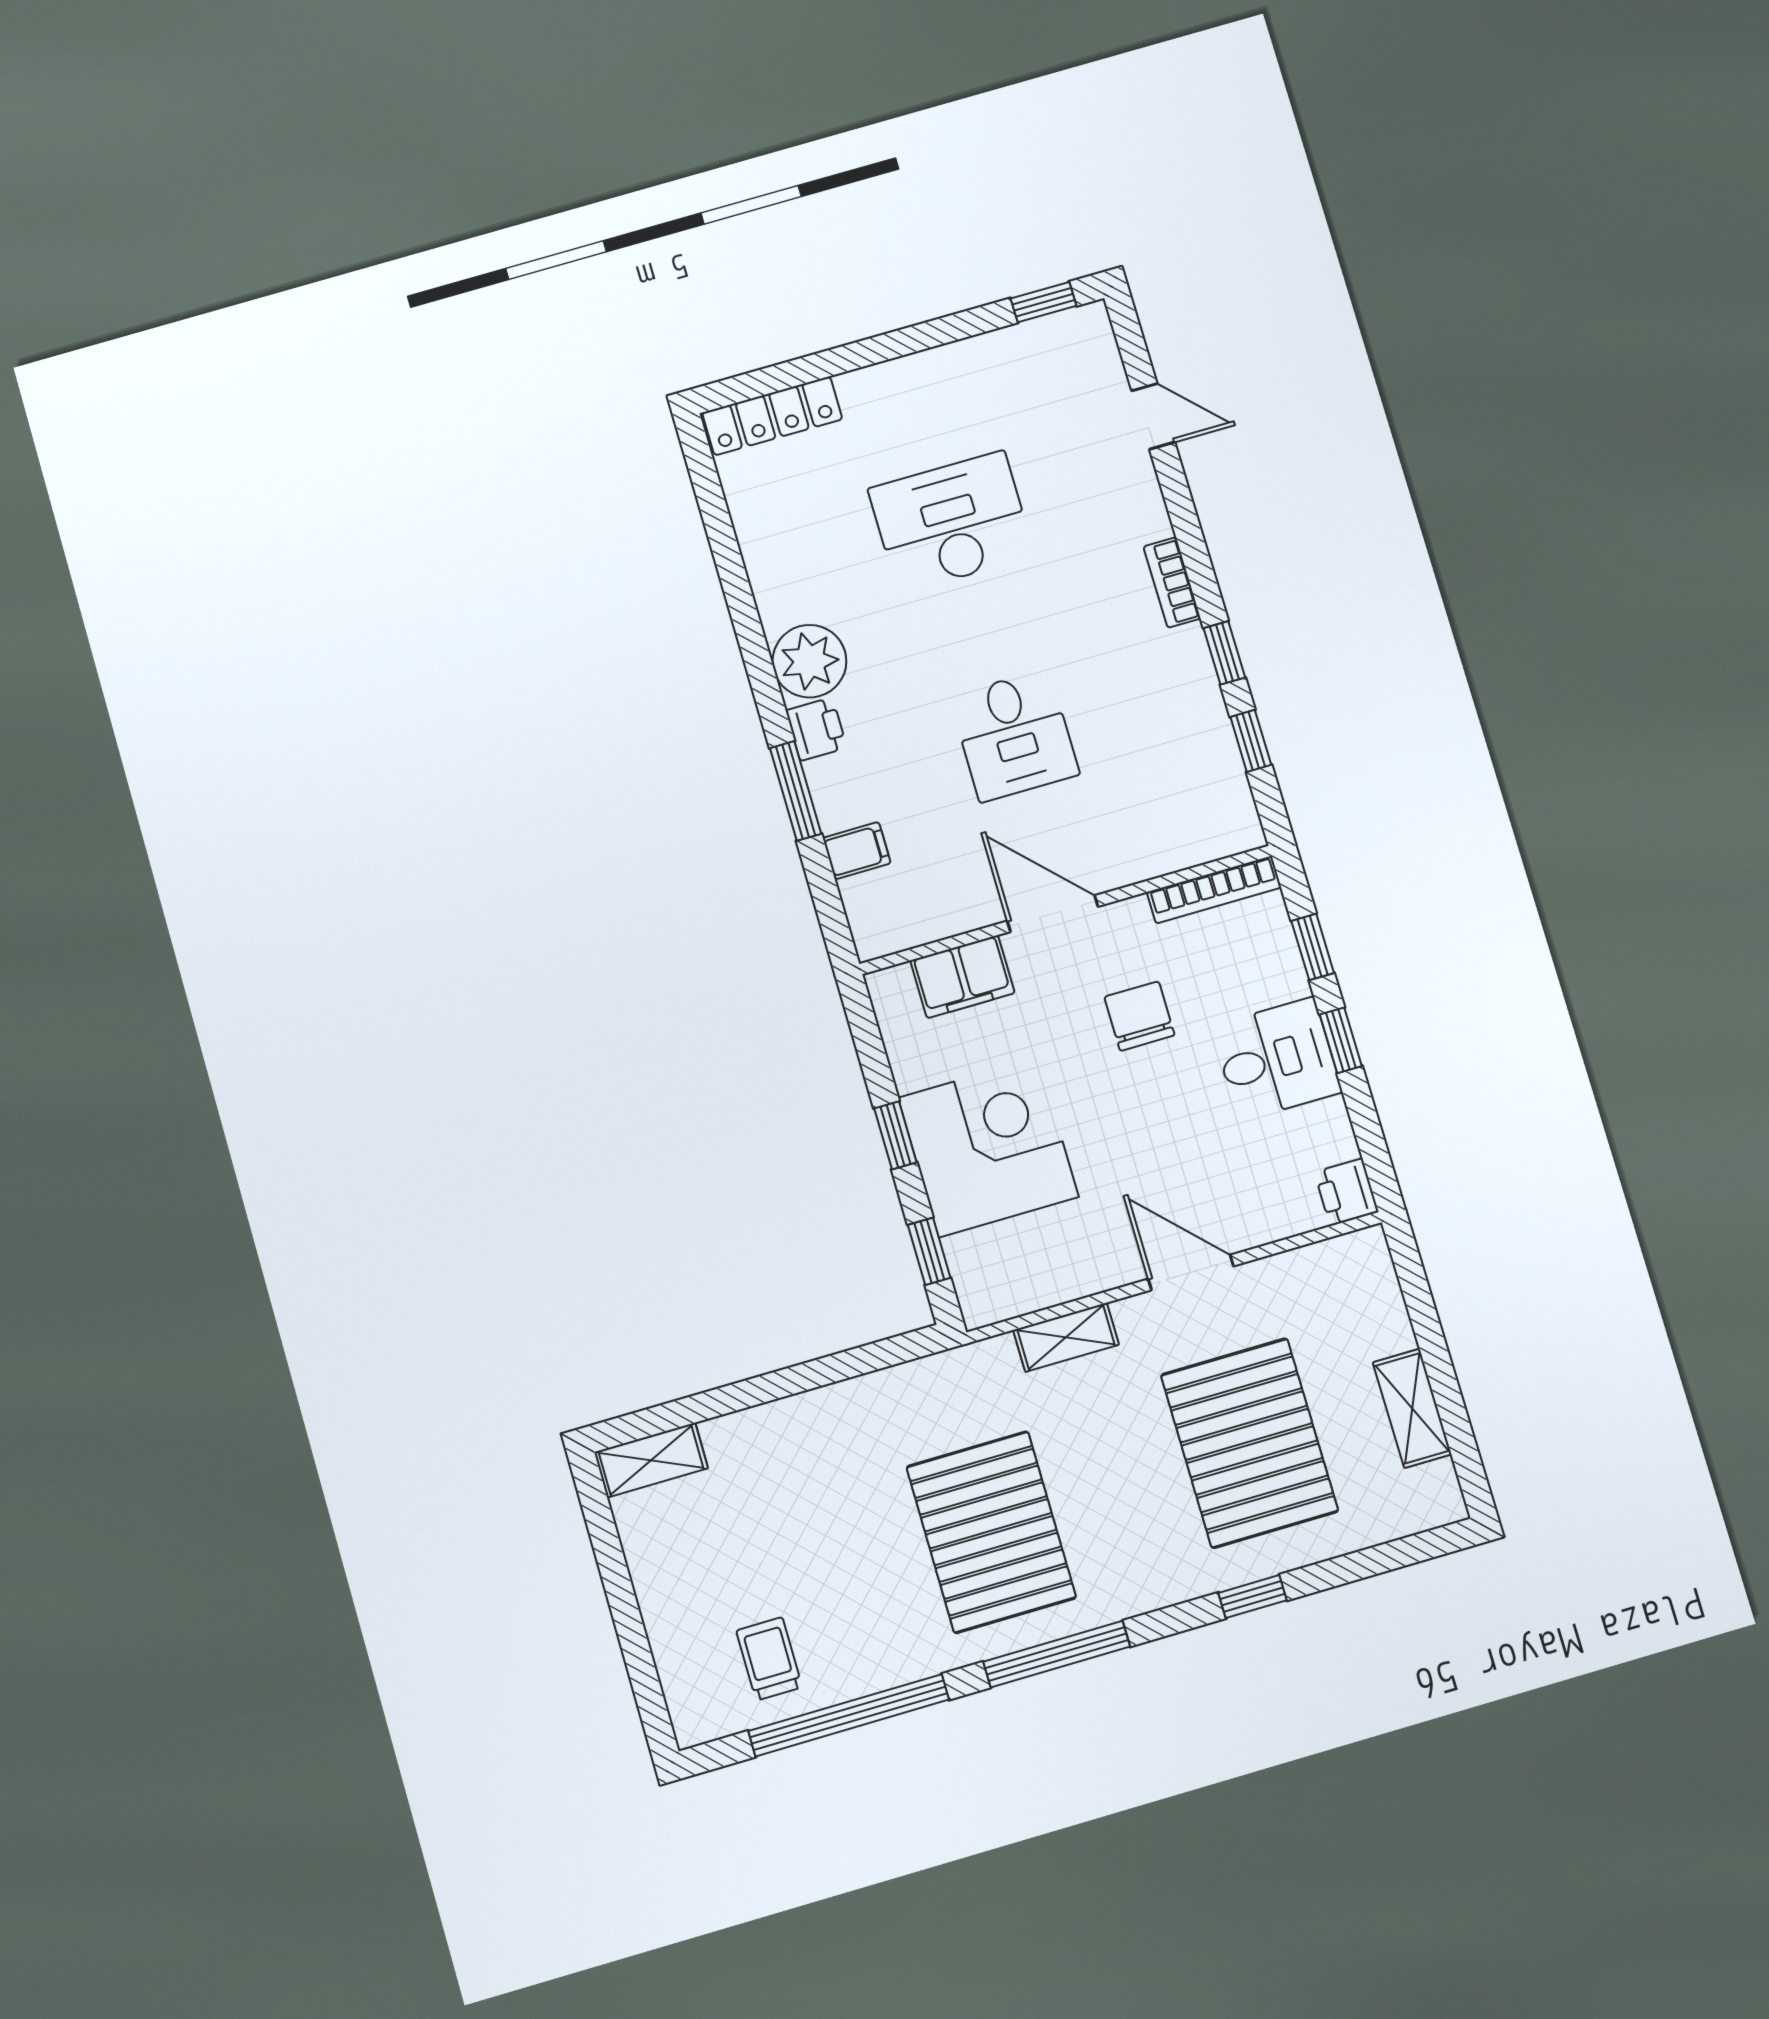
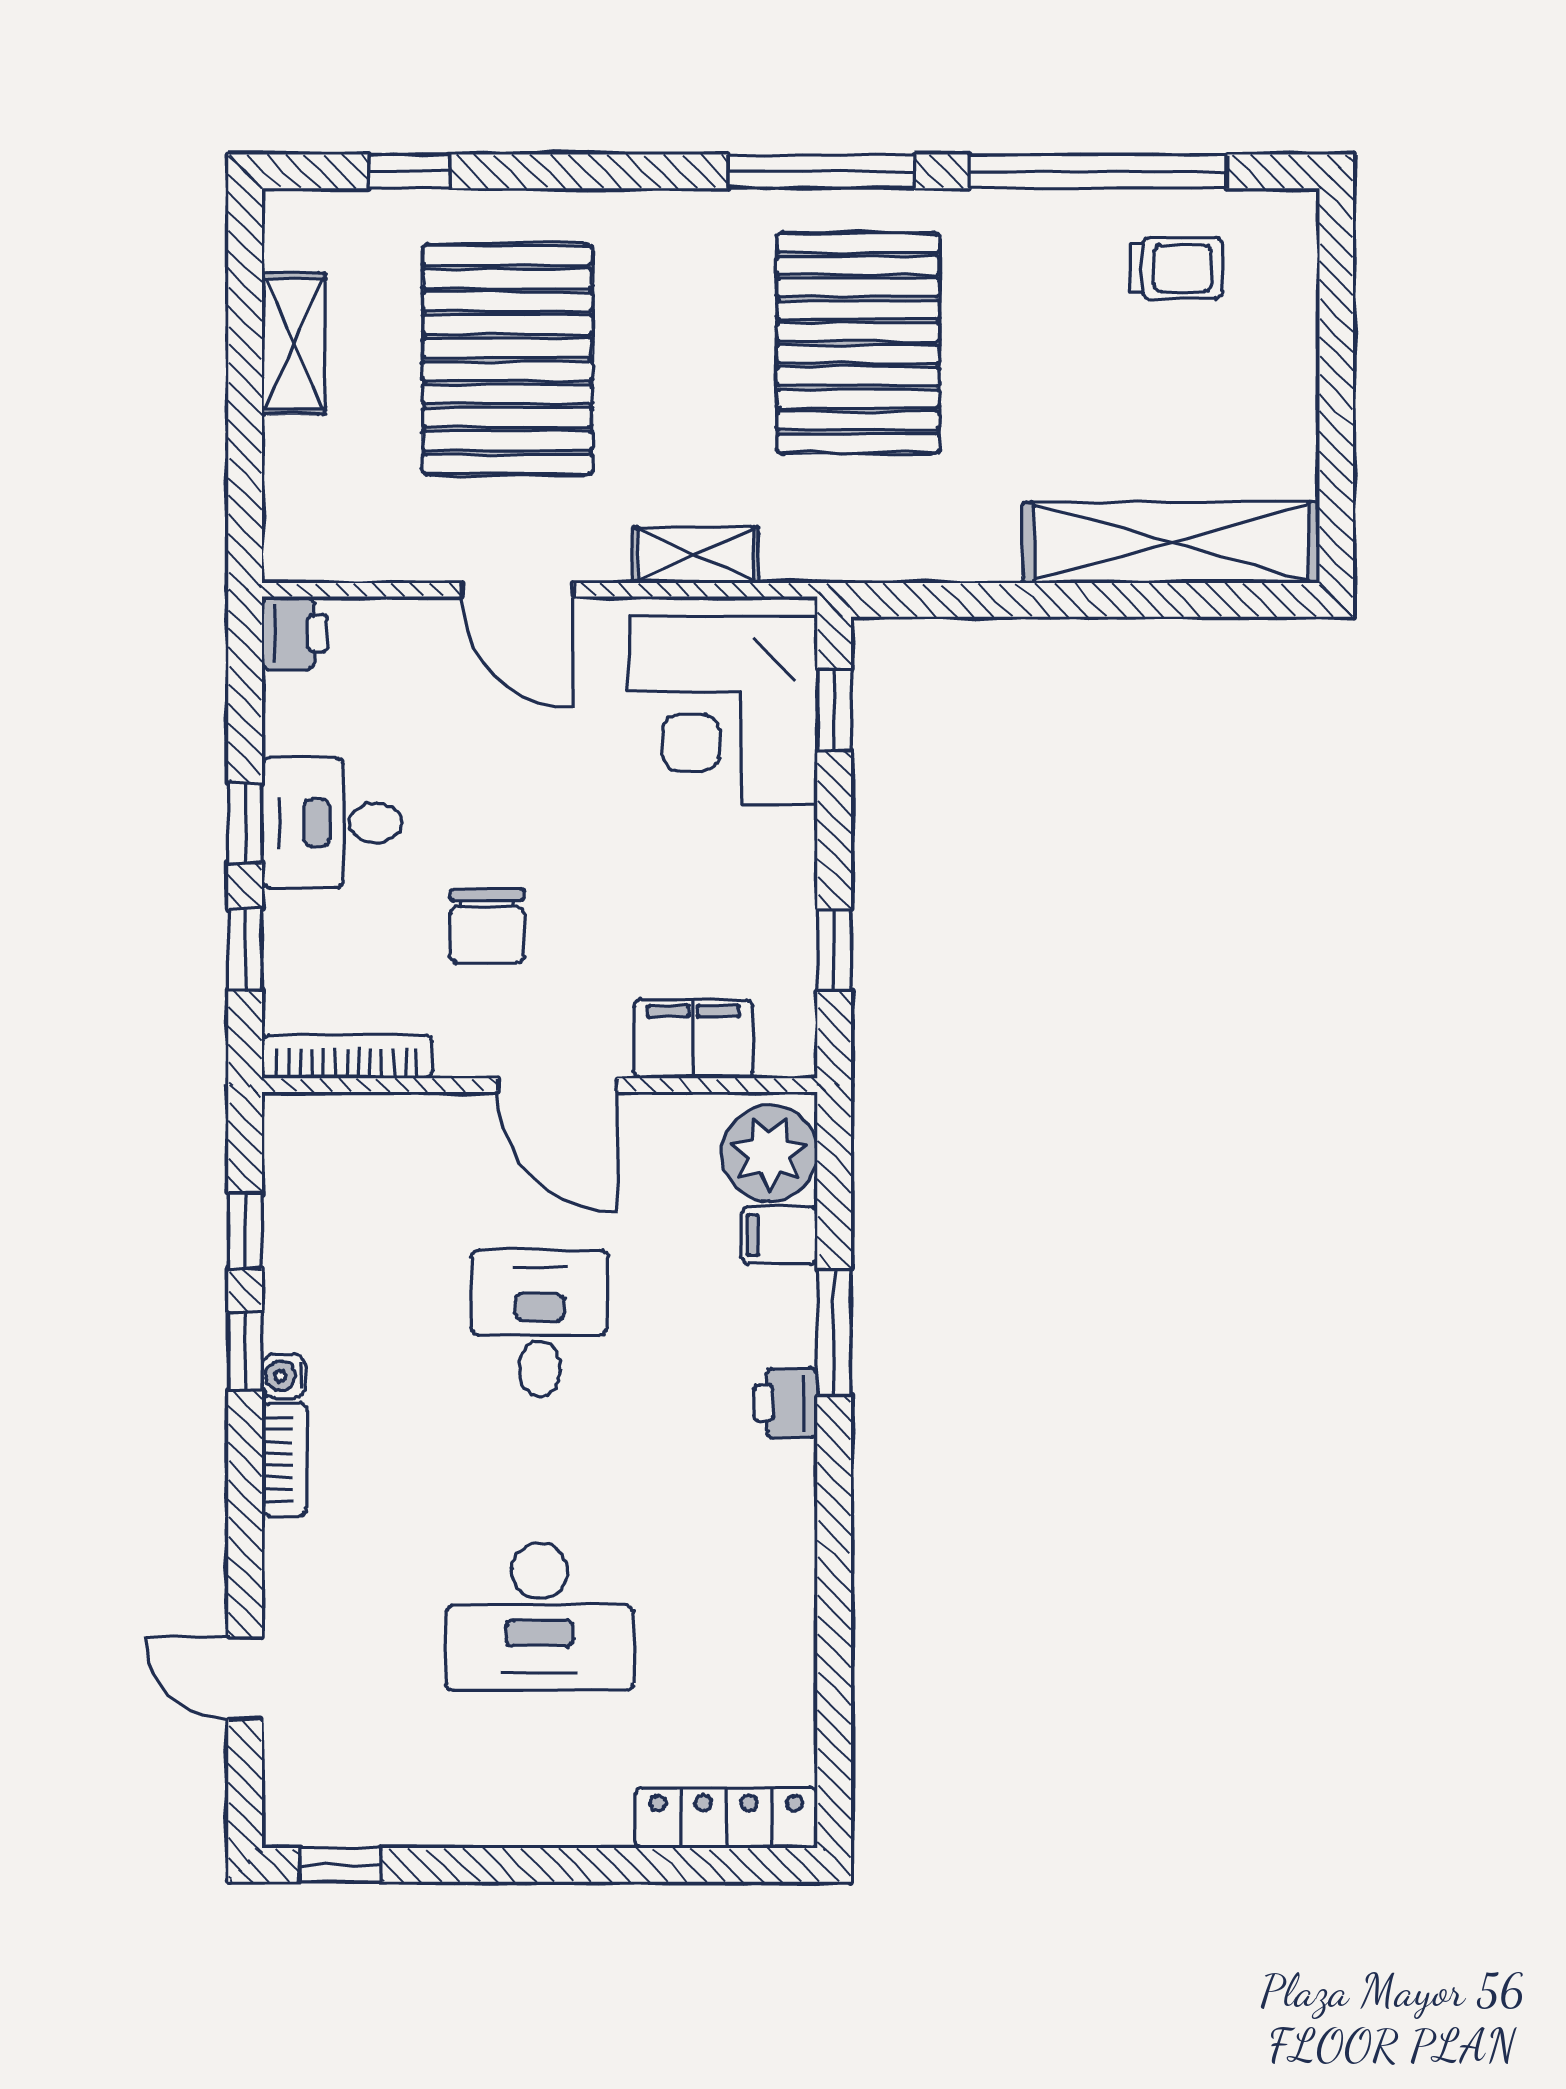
water cooler: (1191, 643) -> (284, 1376), added
plant: (809, 661) -> (769, 1153), moved
window: (895, 1135) -> (834, 950), moved
corner desk: (988, 1147) -> (723, 711), moved
shelving: (651, 1460) -> (1171, 543), width x2.20, depth x1.33
window: (1253, 1597) -> (409, 171), moved
trolley: (769, 1659) -> (1176, 268), turned -90

